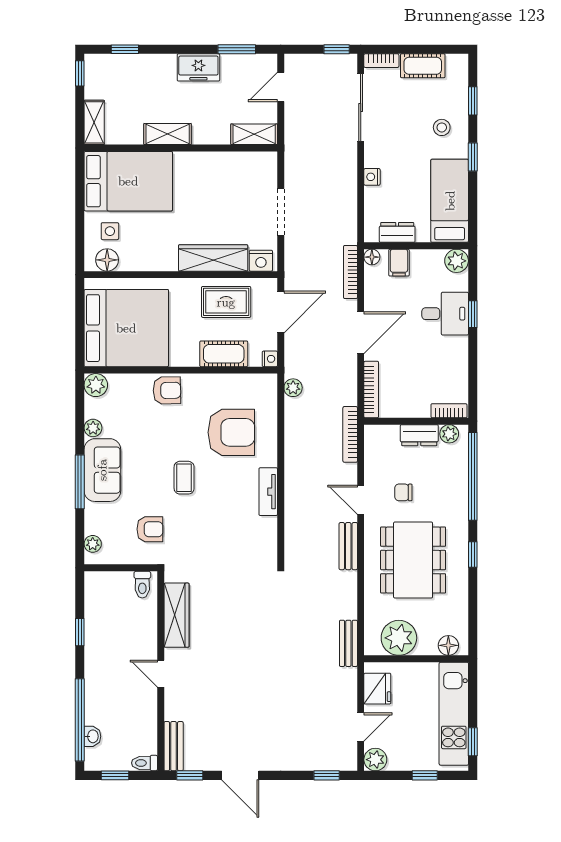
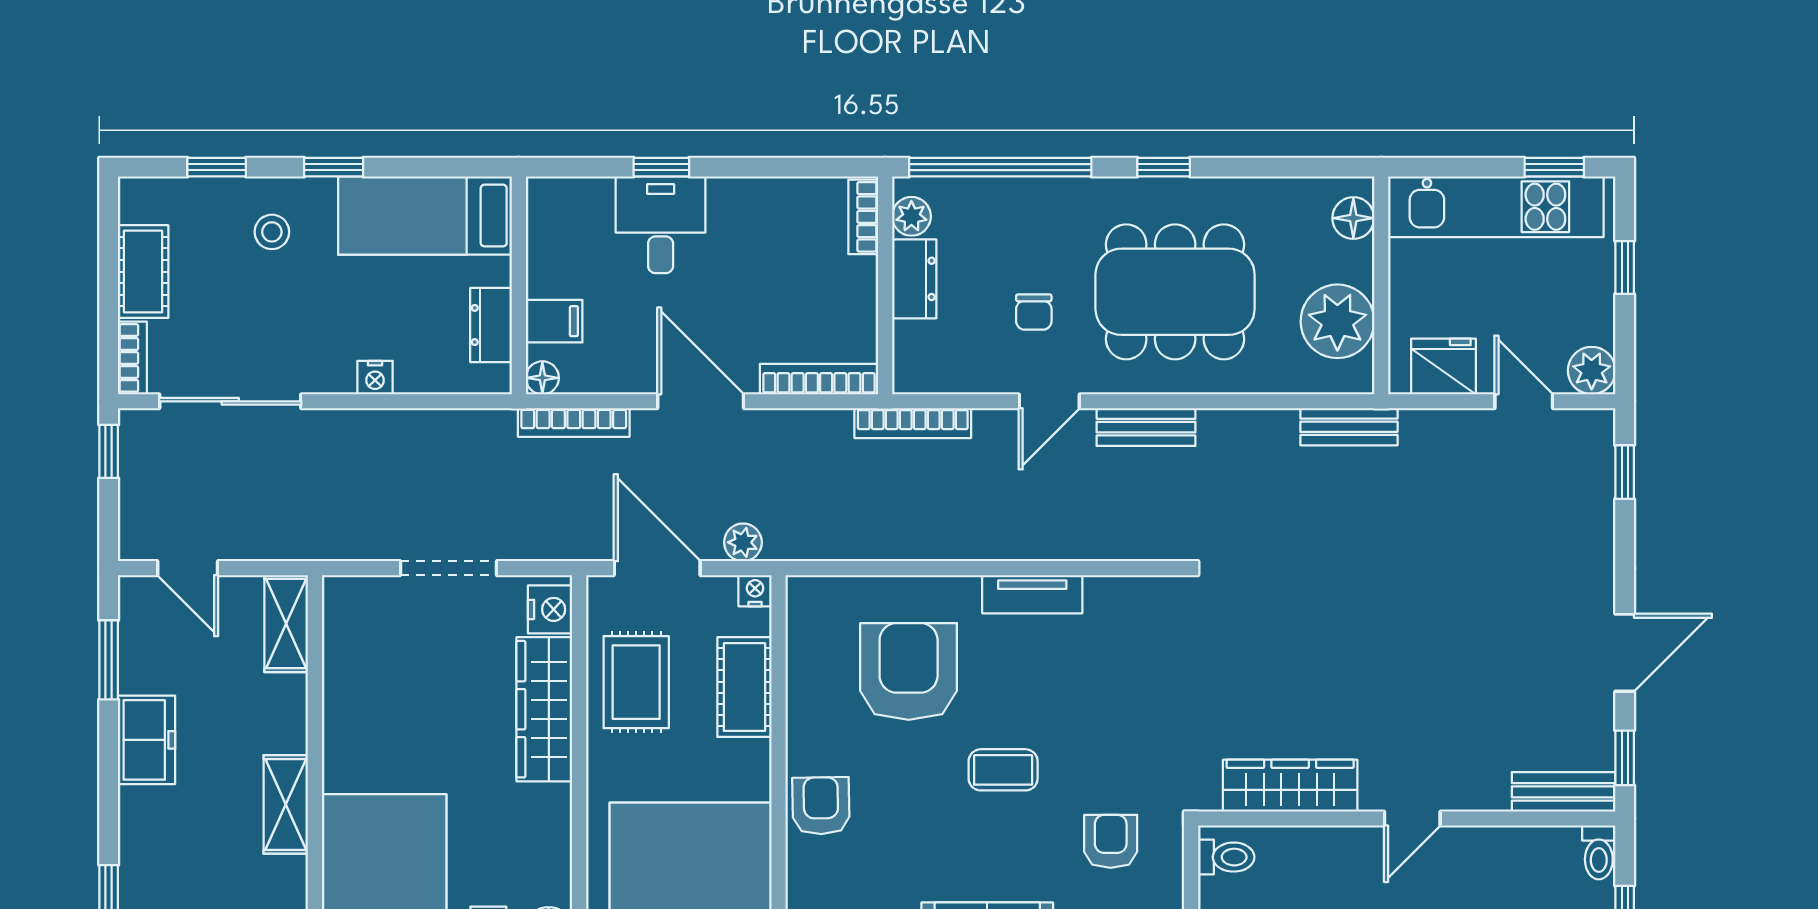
plant: (457, 261) -> (550, 201), removed
plant: (293, 388) -> (743, 542), moved

